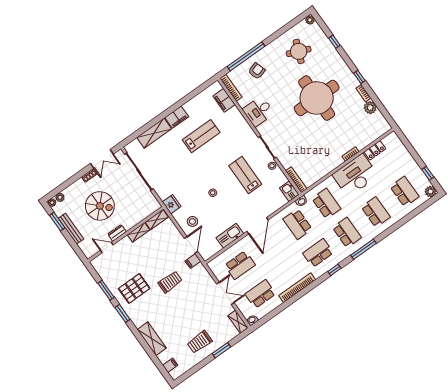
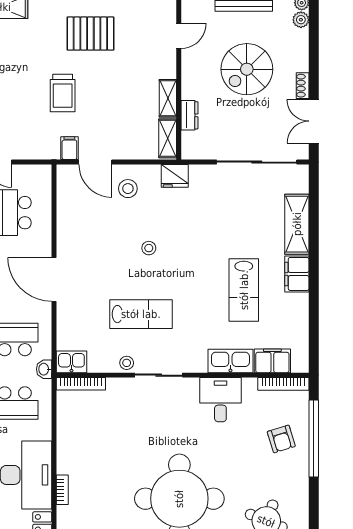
dresser: (117, 233) -> (189, 115), moved
kitchen sink: (230, 236) -> (230, 361), moved, turned -90
pallet: (134, 288) -> (90, 34), turned 90

